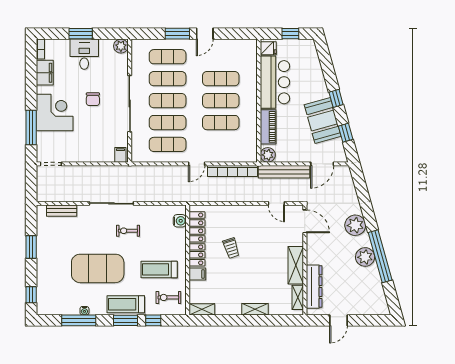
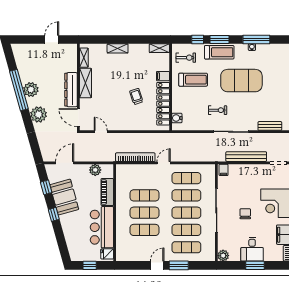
plant: (268, 155) -> (95, 170), moved
bench: (284, 172) -> (246, 157), moved
dresser: (314, 287) -> (71, 90), moved

